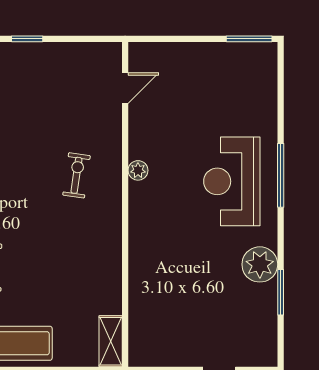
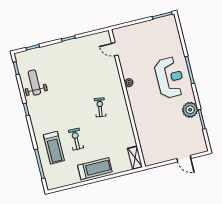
door: (125, 88) -> (115, 49), swing flipped
exercise bike: (76, 175) -> (100, 107), moved
reception desk: (232, 181) -> (170, 78), turned 180

